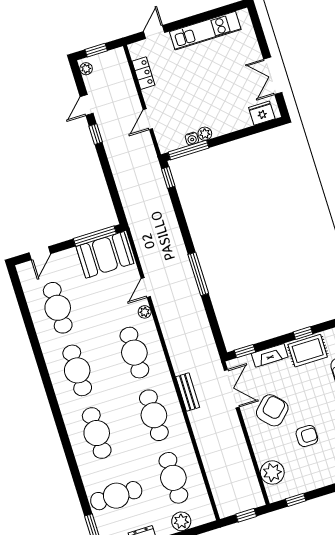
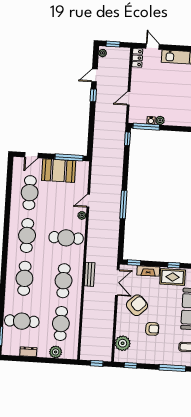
door: (154, 32) -> (153, 46), hinge flipped
locker: (143, 73) -> (137, 58), moved
booth: (105, 255) -> (59, 171), moved
cafe table: (134, 353) -> (66, 238), turned 90

